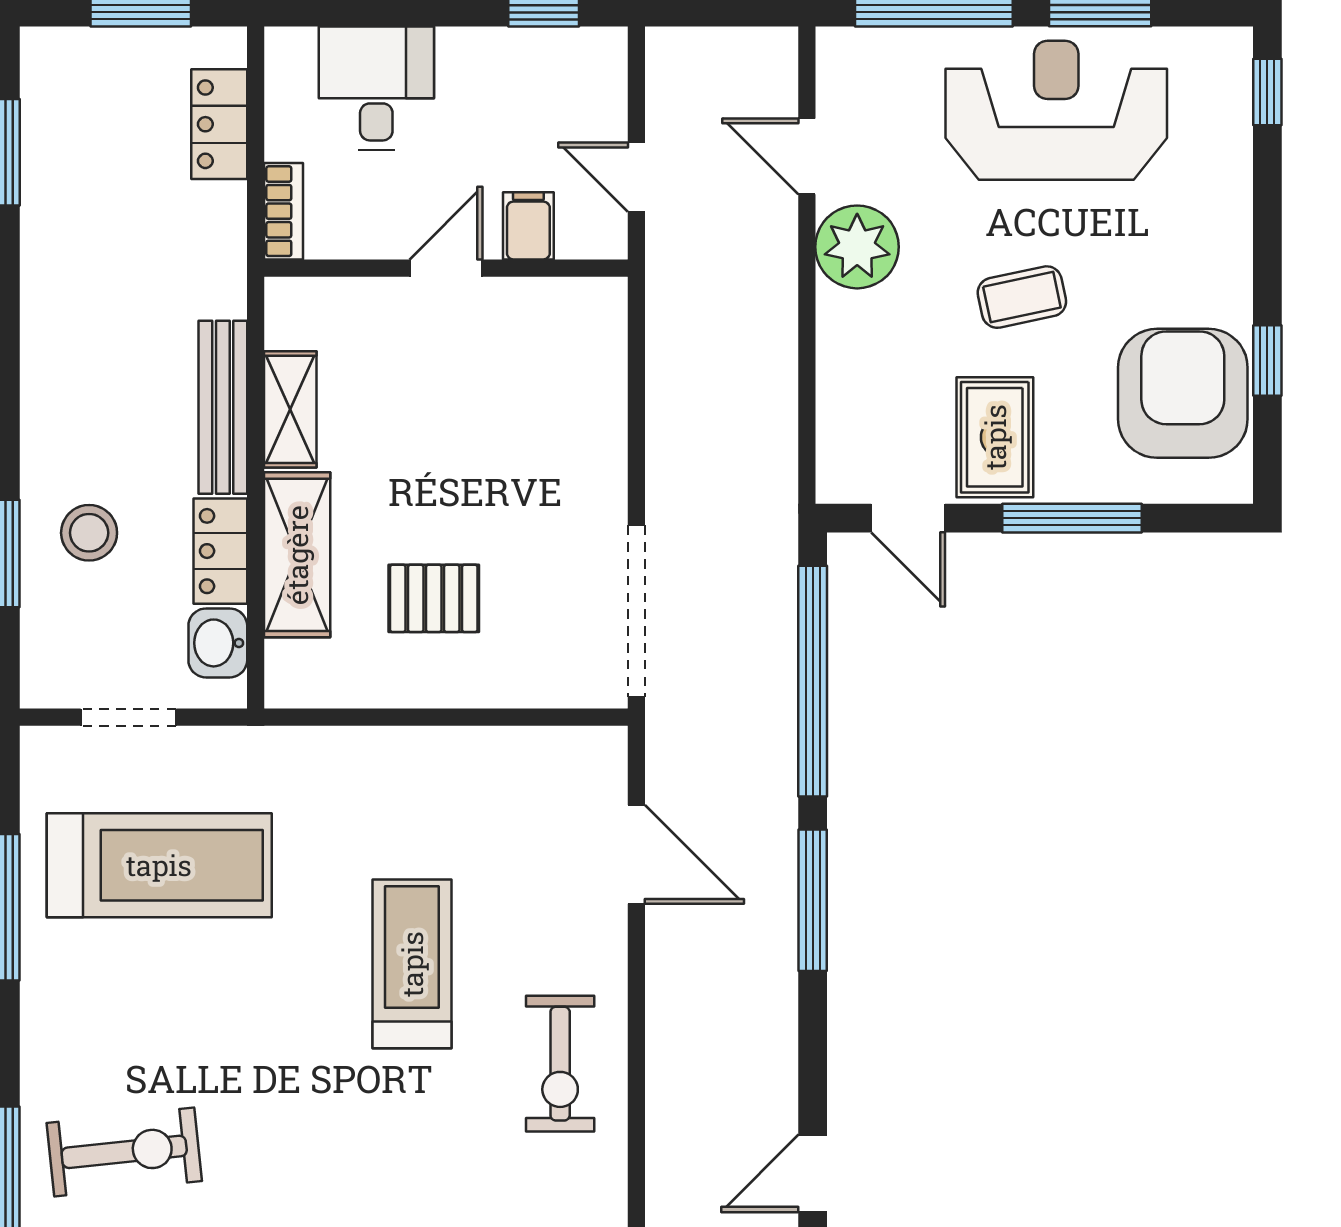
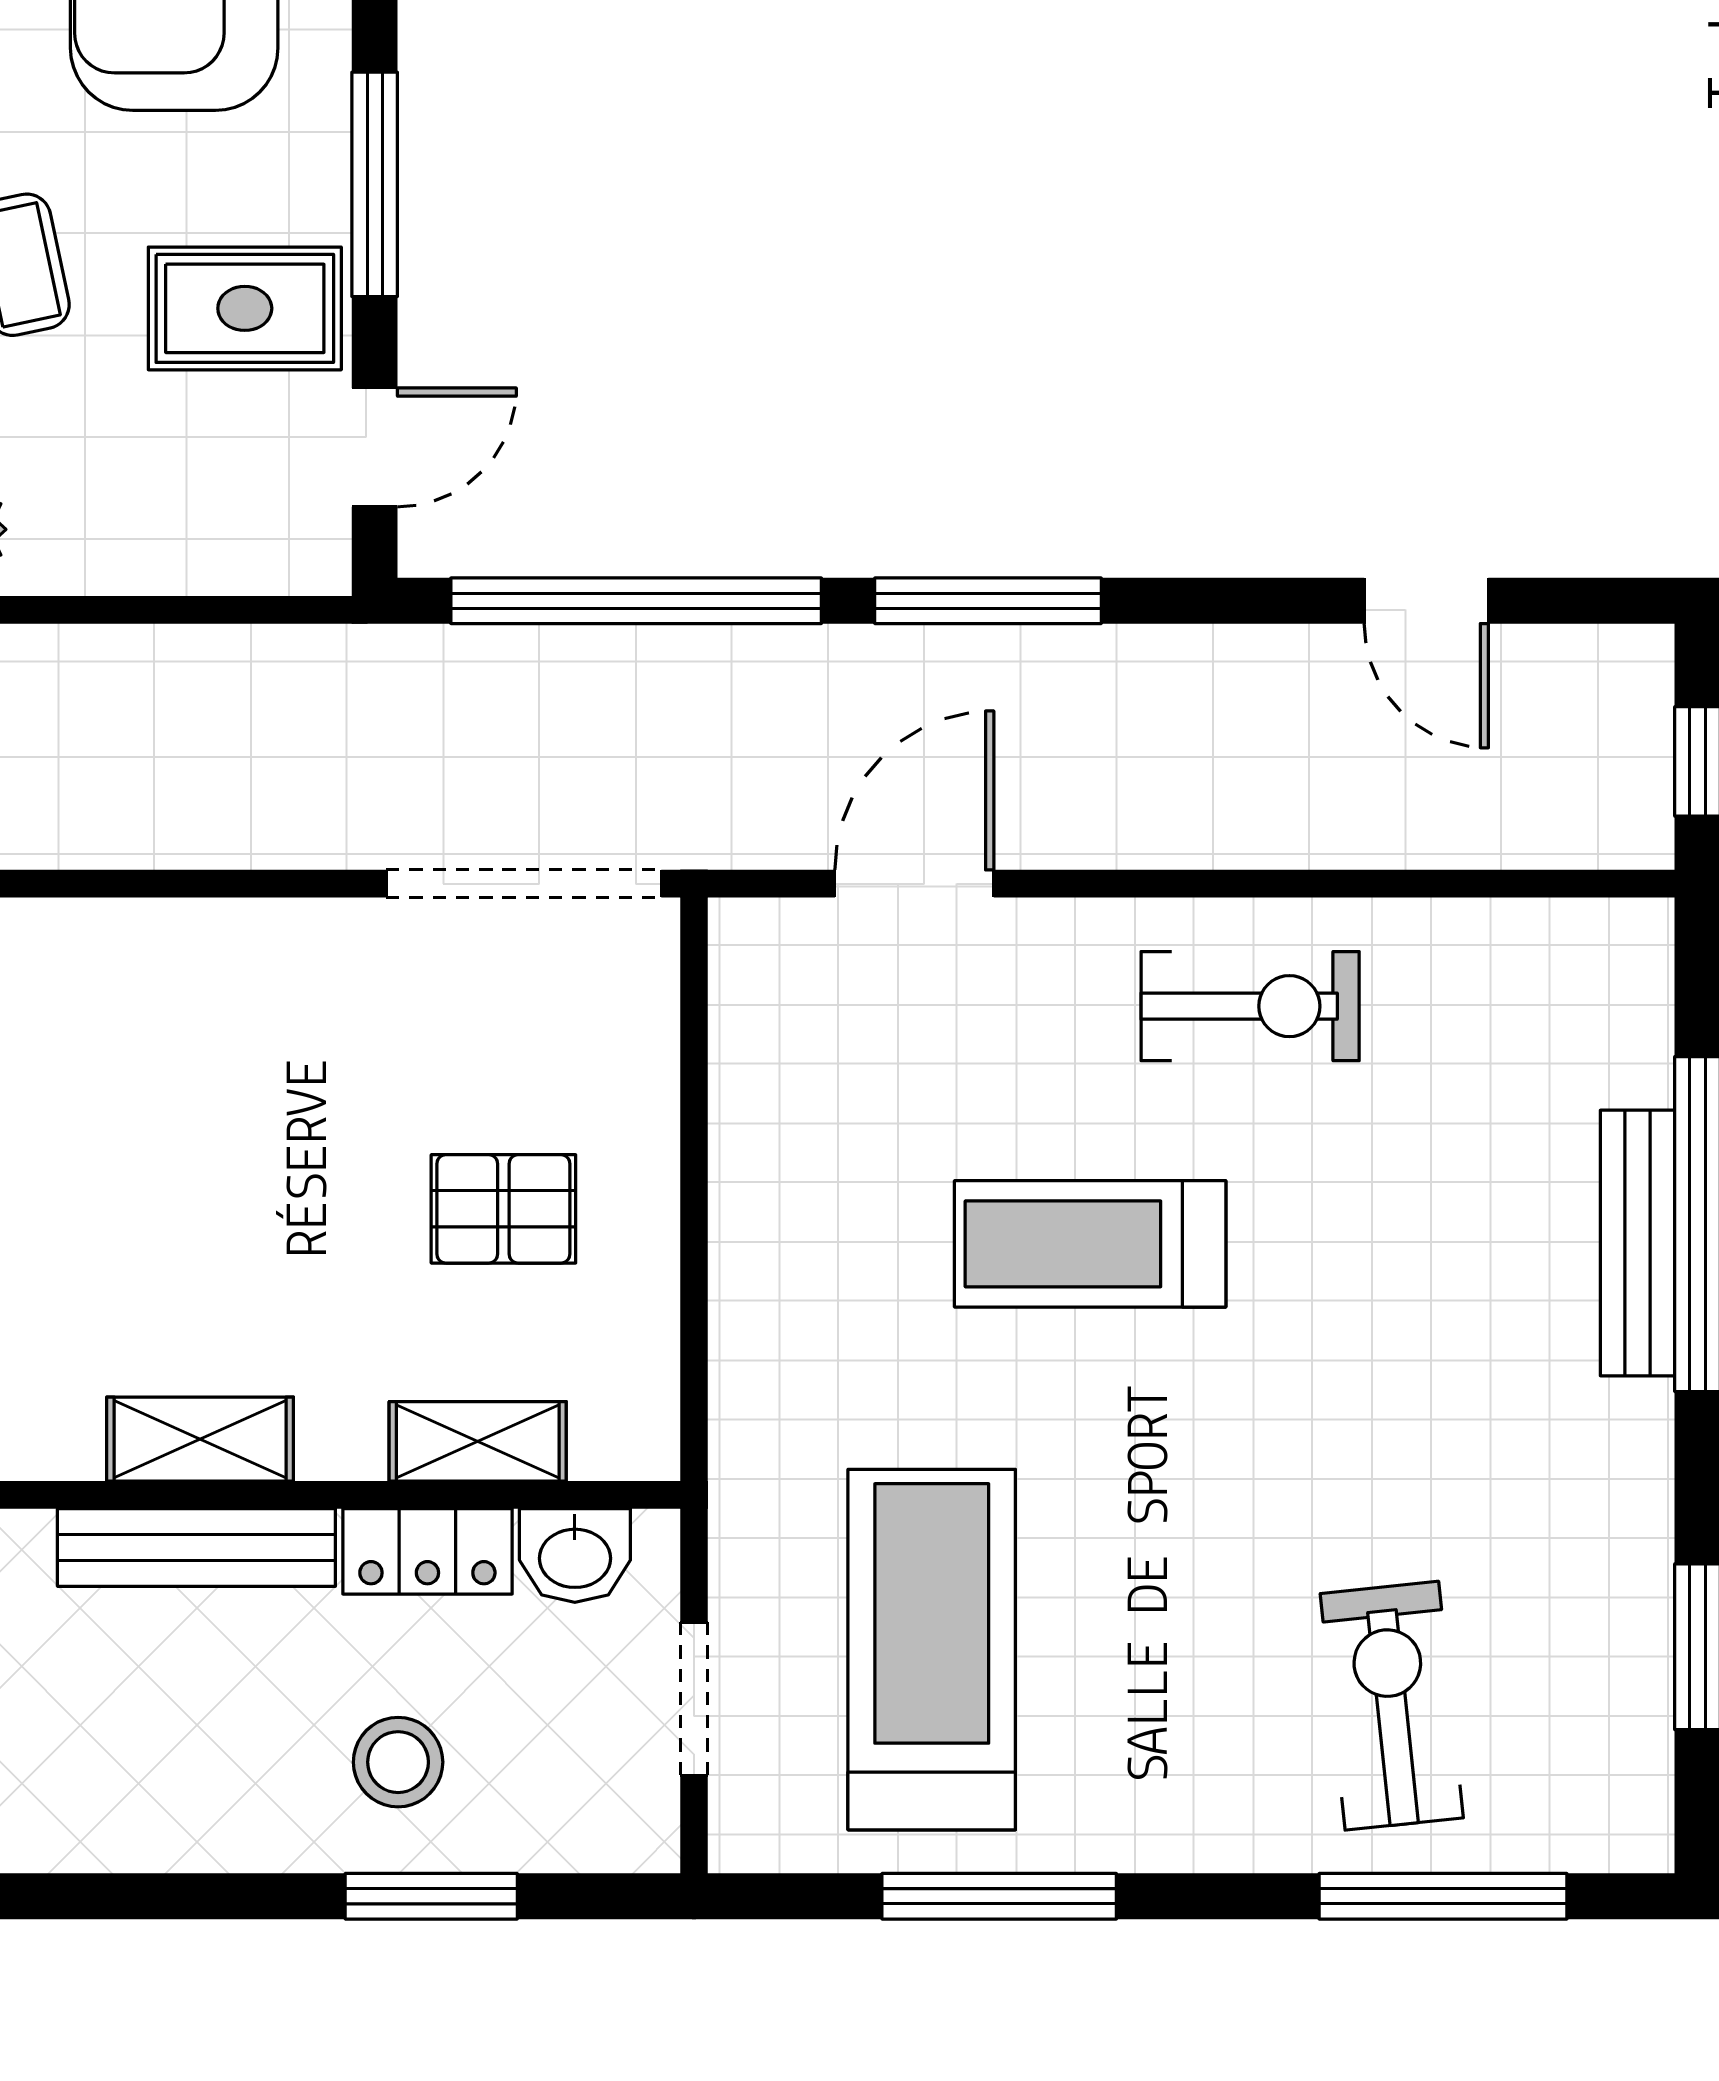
shelving: (297, 555) -> (478, 1441), width x0.67, depth x0.75
pallet: (434, 598) -> (503, 1209), turned 90

